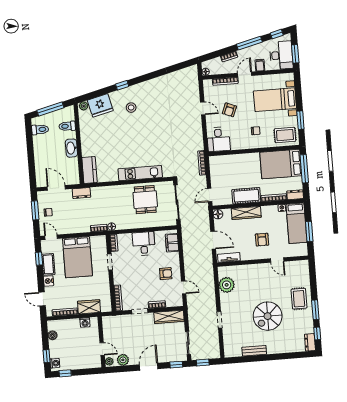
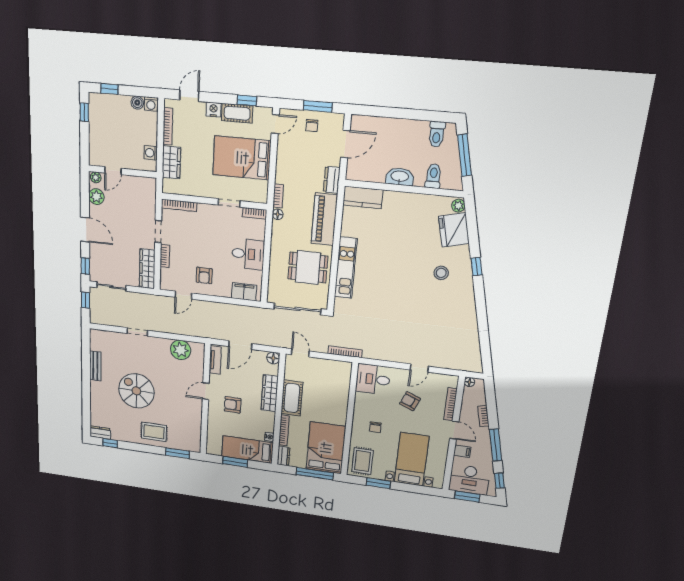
piano: (109, 194) -> (324, 219), added
door: (277, 260) -> (206, 391), moved
window: (315, 310) -> (177, 453), moved
washing machine: (55, 363) -> (151, 104), moved

